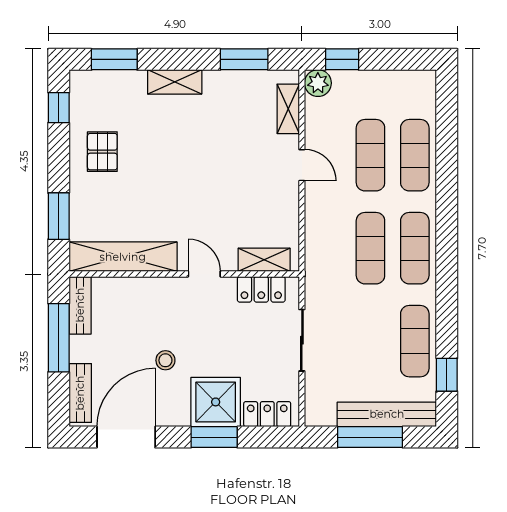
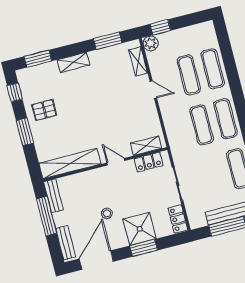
pallet: (102, 152) -> (44, 110), turned 90
window: (59, 216) -> (25, 132), moved
locker: (267, 414) -> (178, 219), moved, turned -90

